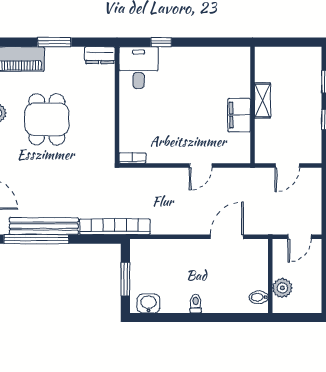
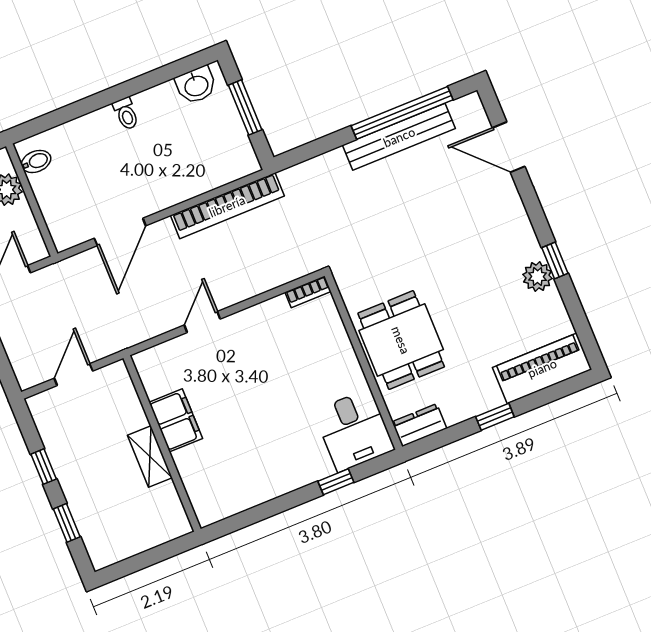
window: (54, 42) -> (495, 417), width x0.67
dining table: (47, 119) -> (401, 340), moved
bookcase: (115, 227) -> (227, 206), moved

